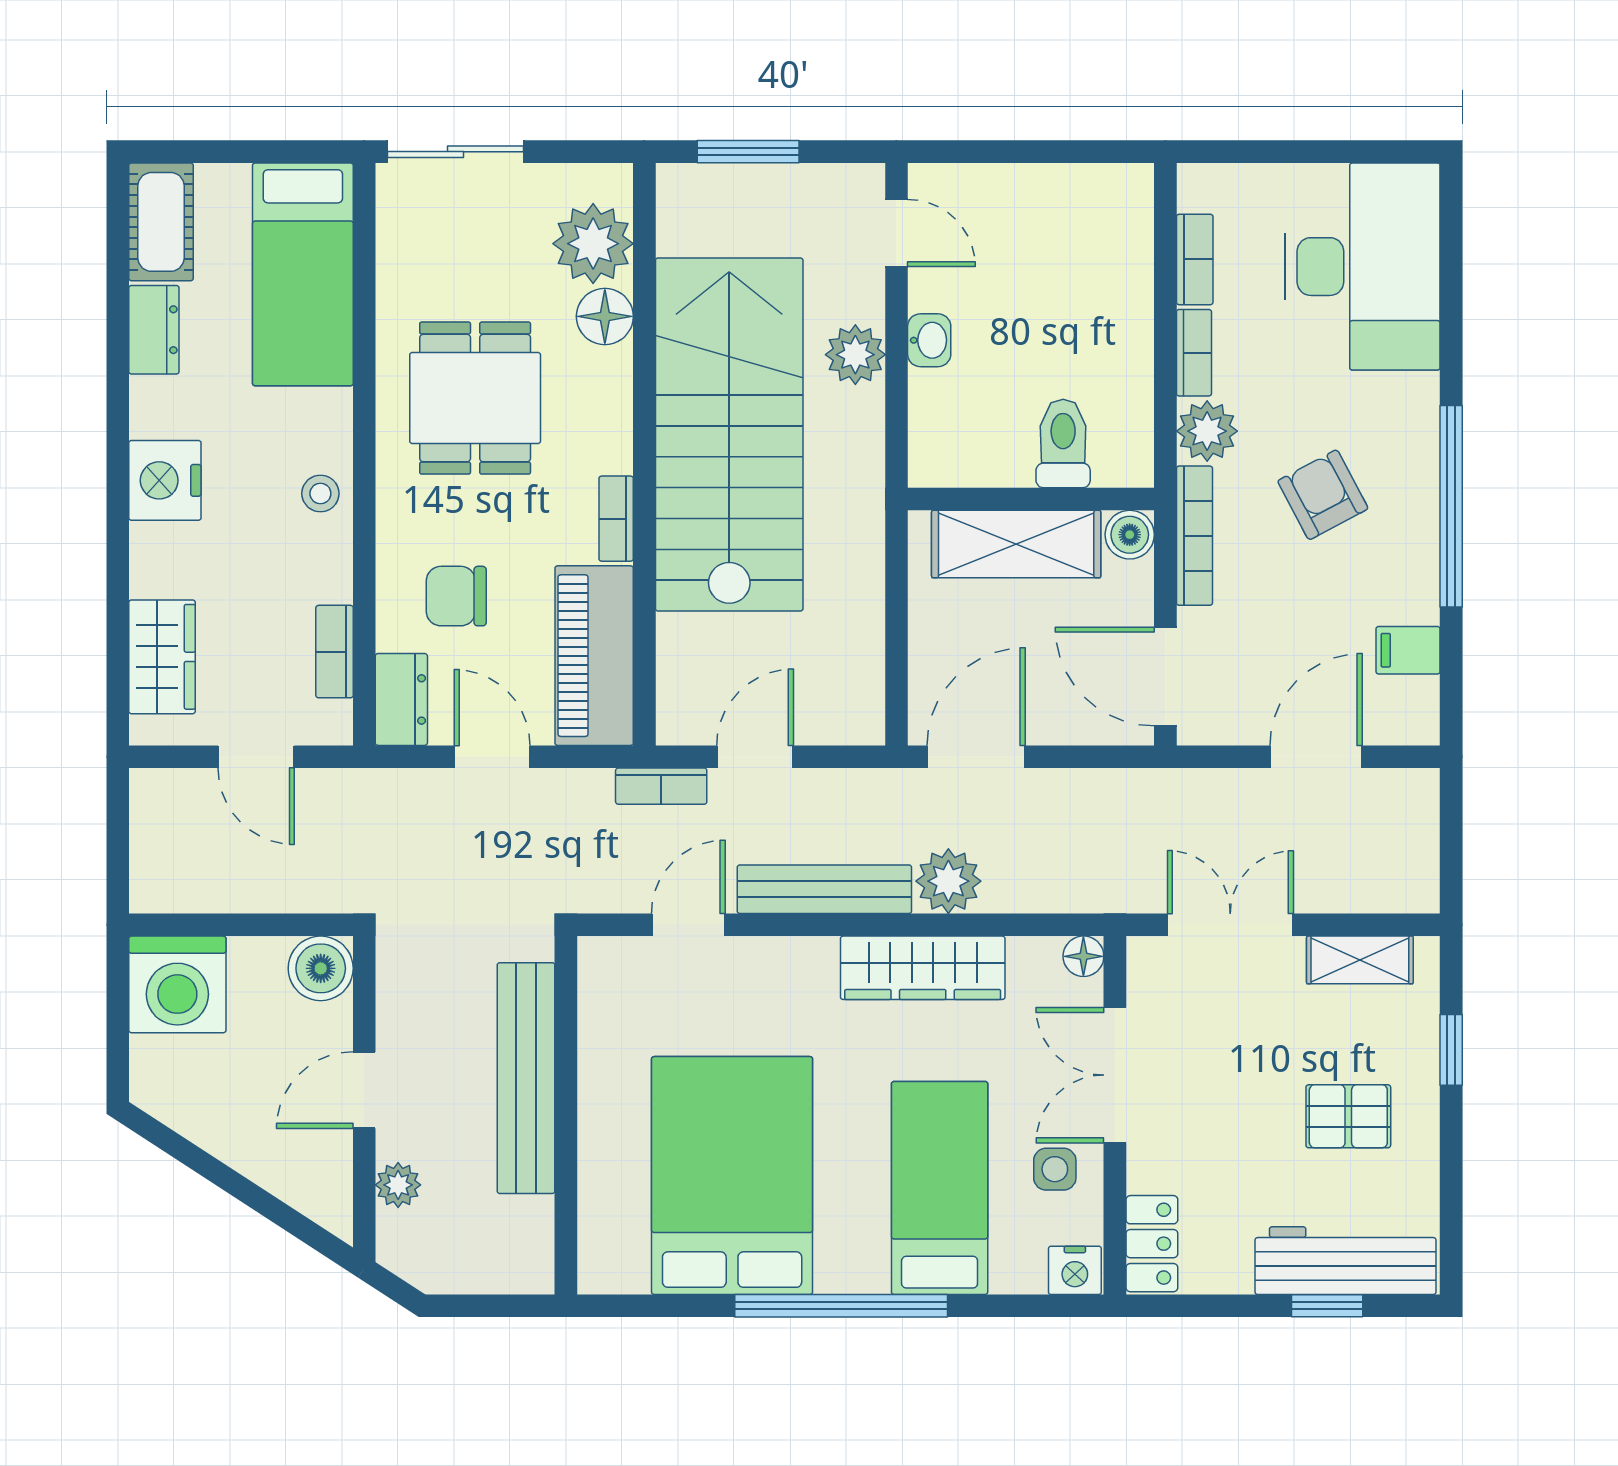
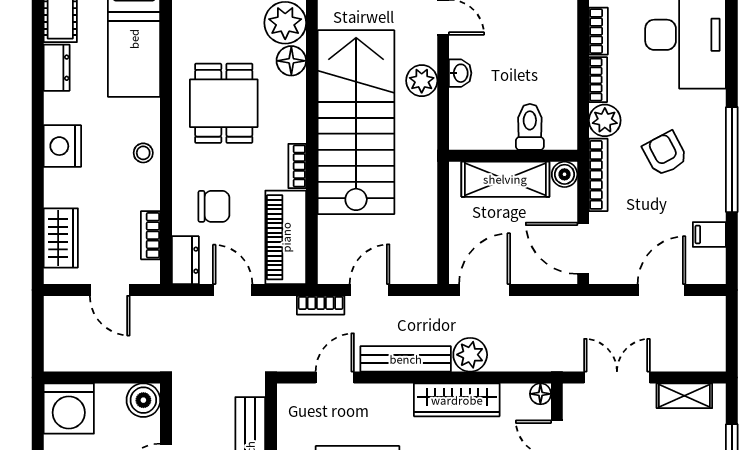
chair: (456, 596) -> (214, 206), turned 180

